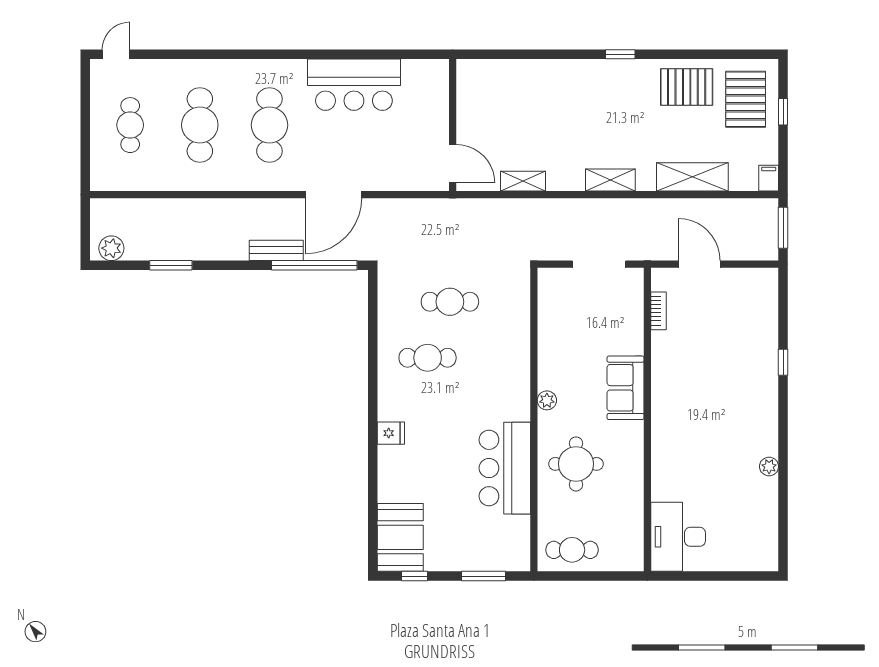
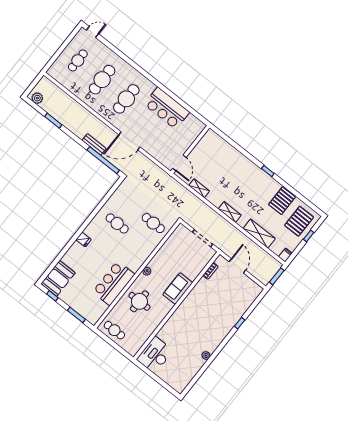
pallet: (687, 87) -> (282, 201), turned 90
cafe table: (450, 302) -> (153, 223), moved

